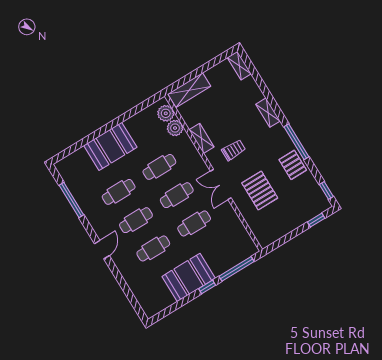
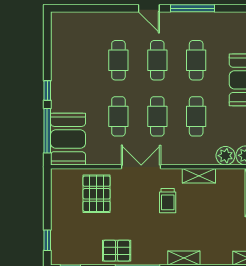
pallet: (260, 190) -> (97, 194), moved, turned 90
window: (71, 200) -> (192, 8), moved
booth: (189, 277) -> (68, 139), moved

